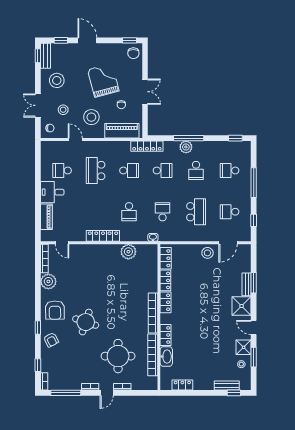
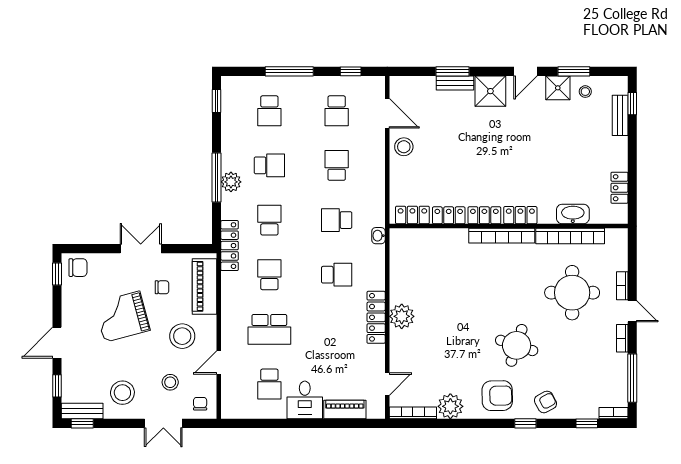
school desk: (196, 212) -> (337, 165), width x0.54
plant: (128, 252) -> (402, 316), moved
locker: (166, 335) -> (520, 215), moved

